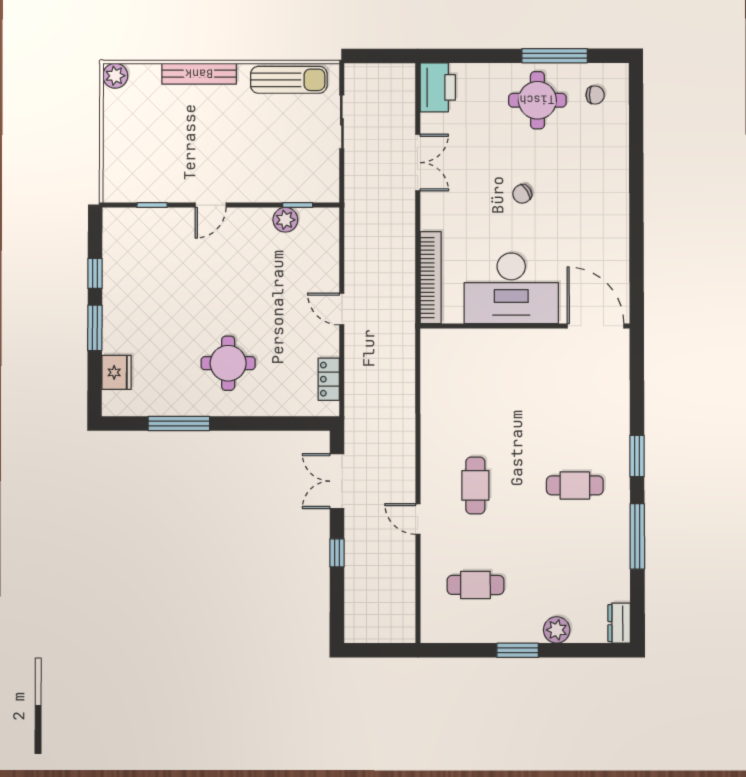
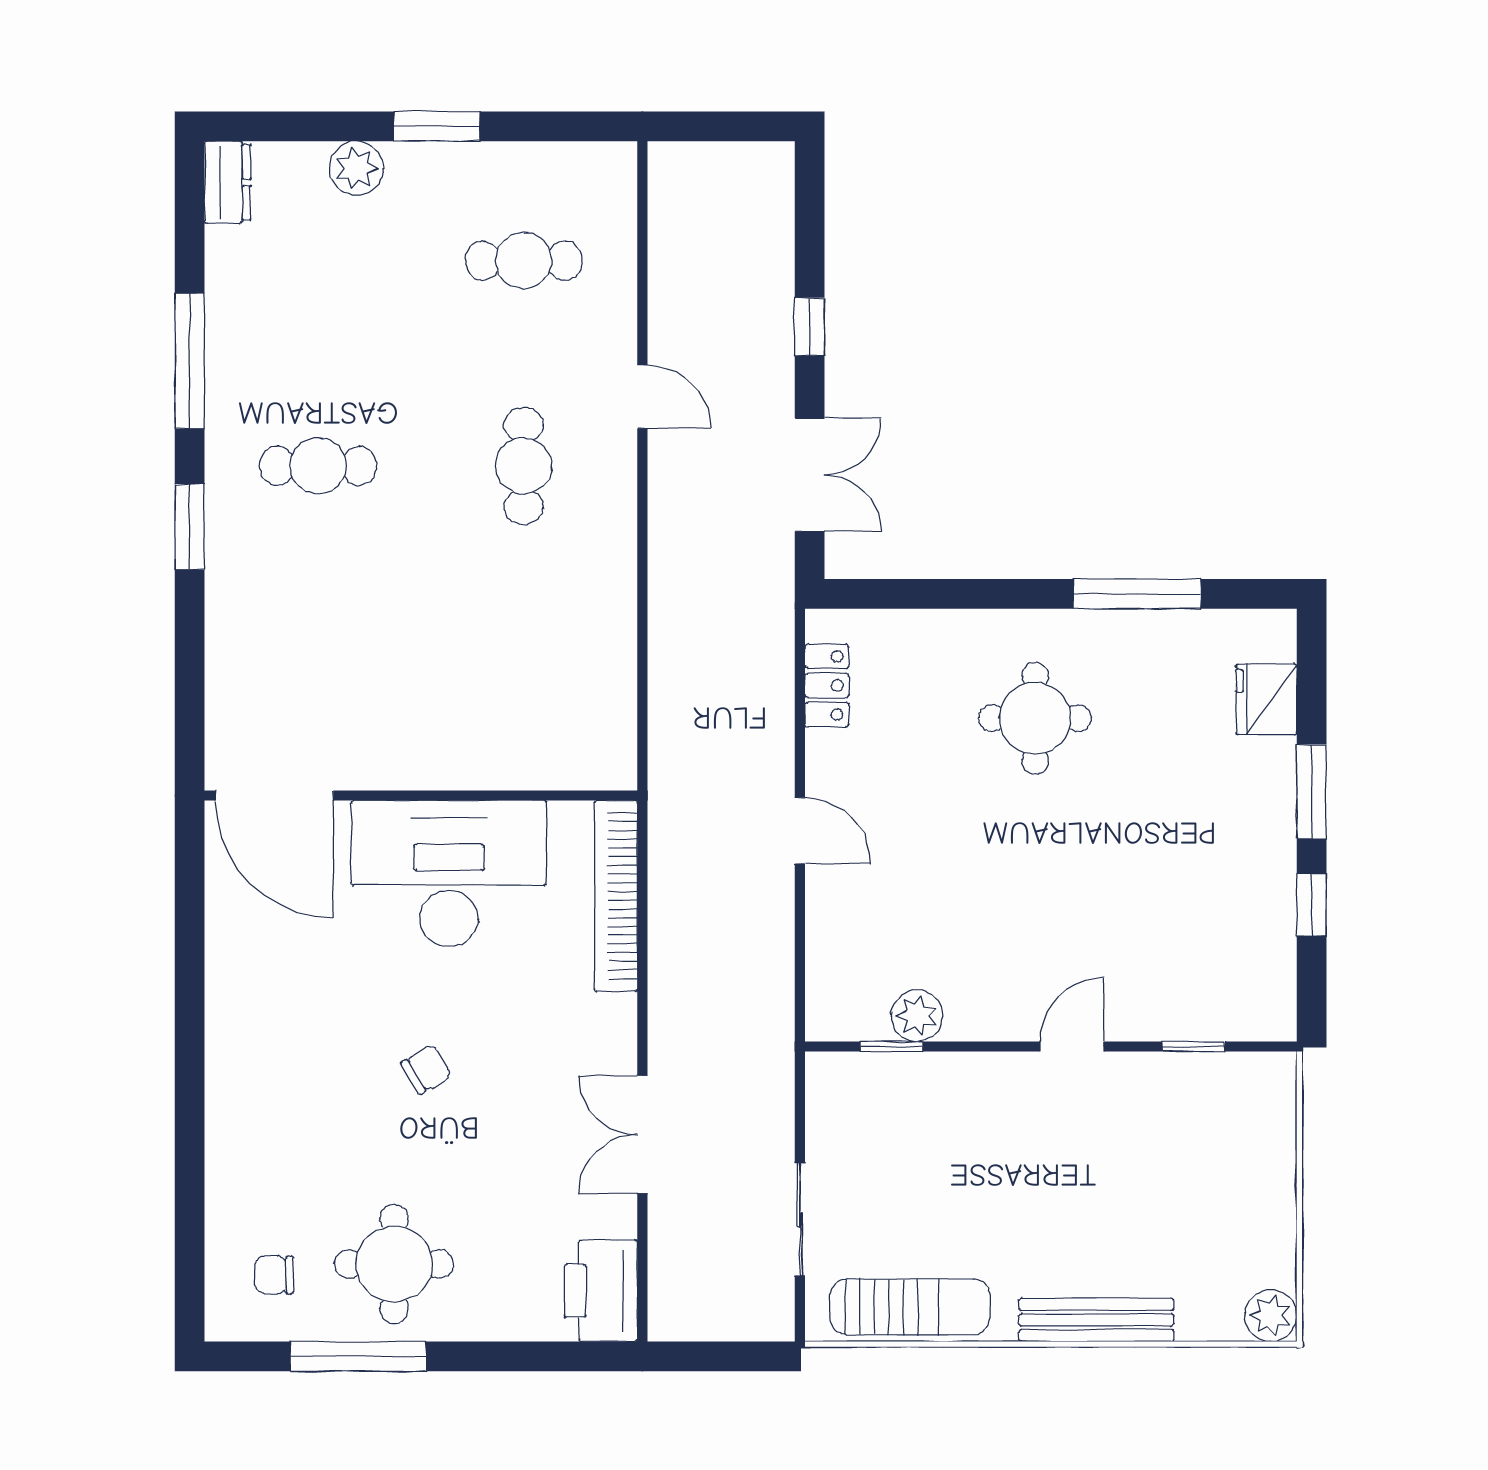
sun lounger: (289, 80) -> (910, 1307), turned 180

